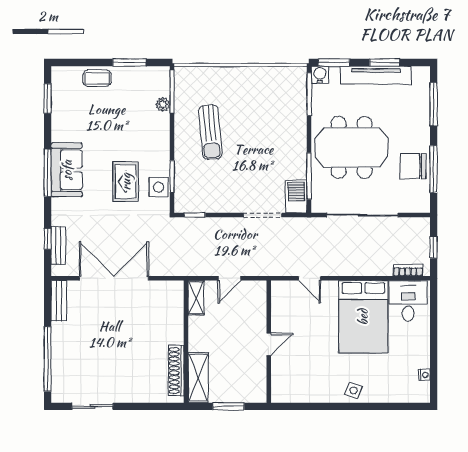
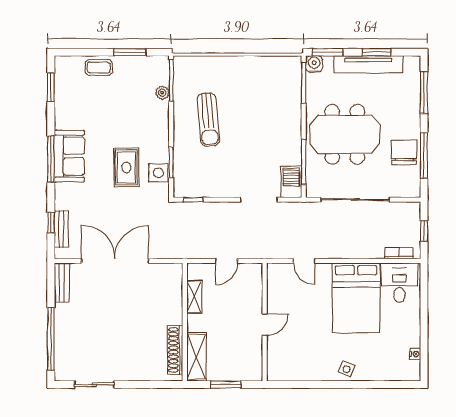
chair: (413, 166) -> (404, 152), turned 90
shelving: (196, 298) -> (194, 297), moved

